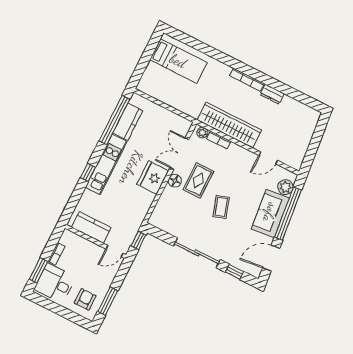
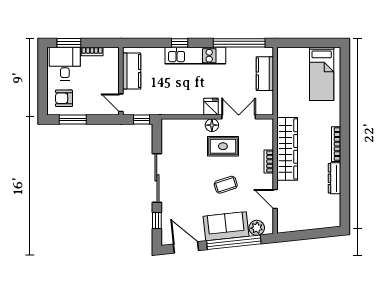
dresser: (272, 94) -> (334, 178), width x1.44
kitchen counter: (128, 122) -> (265, 74), moved, turned 90
plant: (202, 133) -> (268, 128), removed
bookcase: (219, 140) -> (269, 162), moved
fridge: (153, 178) -> (211, 107), width x0.53, depth x0.75
coffee table: (221, 207) -> (226, 185), moved
armchair: (85, 299) -> (64, 98), turned 180

